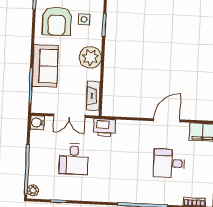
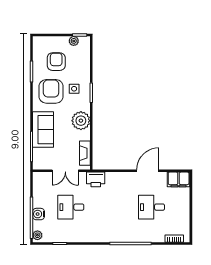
armchair: (57, 21) -> (51, 91), turned 180
water cooler: (37, 123) -> (39, 214), moved
desk: (74, 159) -> (71, 207), turned 90

